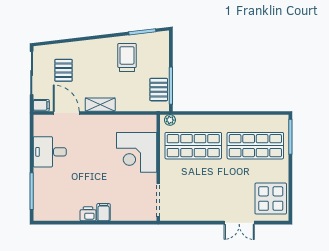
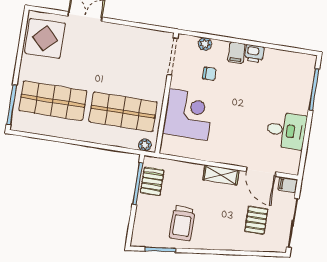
chair: (124, 190) -> (209, 74), added
plant: (132, 215) -> (205, 44), added

